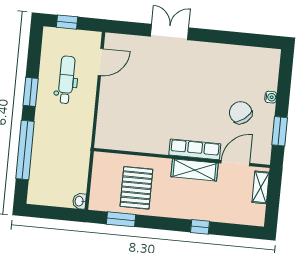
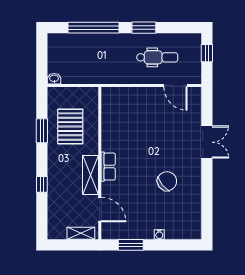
chair: (241, 113) -> (167, 181), moved
row of seats: (195, 149) -> (108, 167), width x0.68
pallet: (136, 188) -> (70, 127), turned 90
window: (121, 219) -> (42, 131), moved

